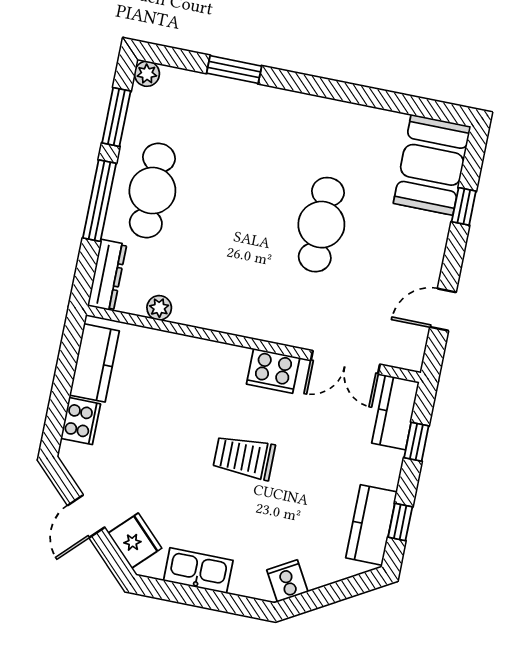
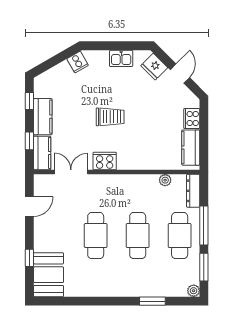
cafe table: (237, 208) -> (138, 236), added
kitchen counter: (371, 525) -> (43, 117), moved
kitchen sink: (198, 571) -> (121, 58), width x0.73

